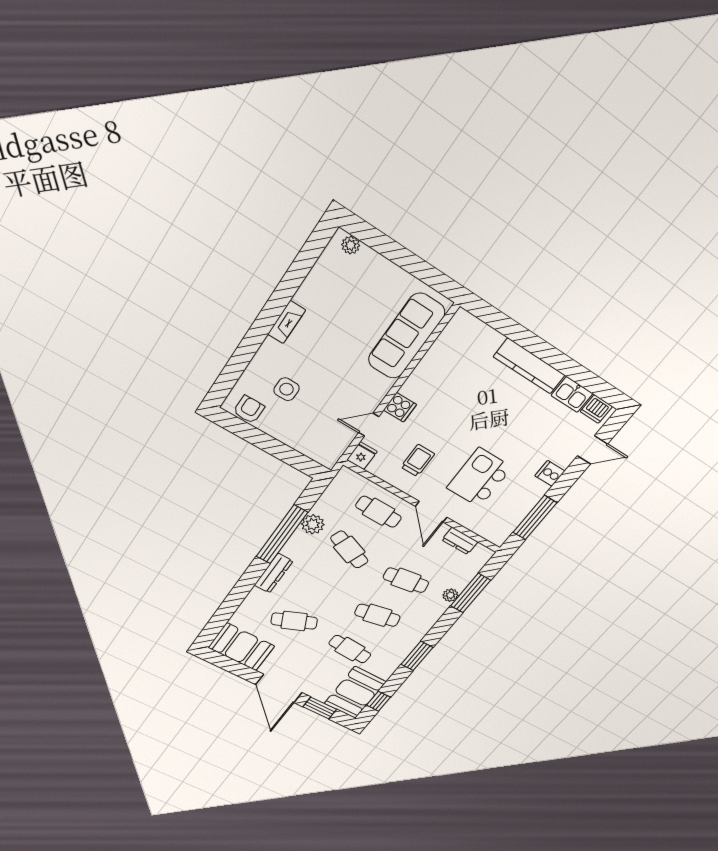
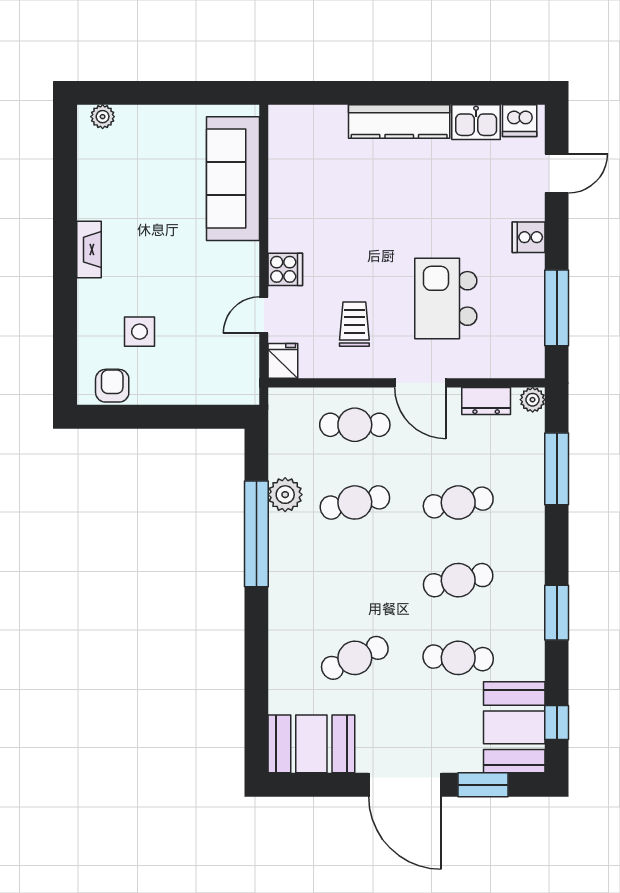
cafe table: (349, 550) -> (355, 502), turned -33
dresser: (274, 573) -> (282, 599), removed
plant: (450, 595) -> (533, 400), moved

